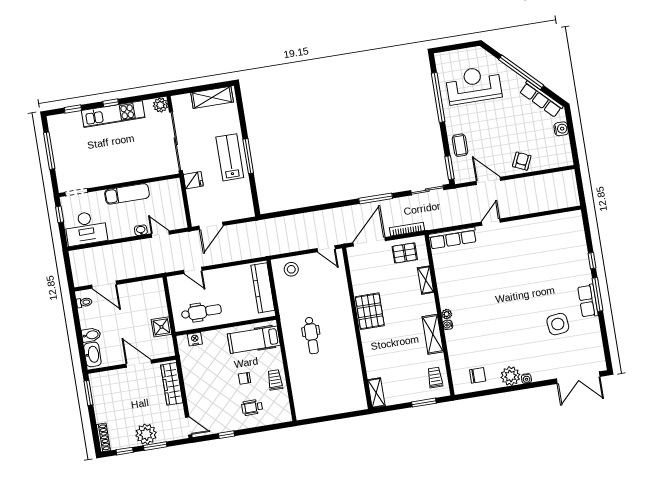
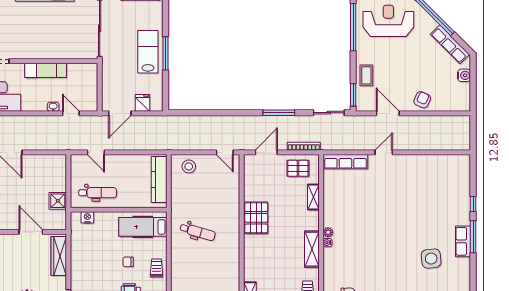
fridge: (193, 180) -> (143, 103), moved, turned -90
door: (369, 242) -> (266, 152), width x0.73
dental chair: (311, 336) -> (198, 232), turned -74

